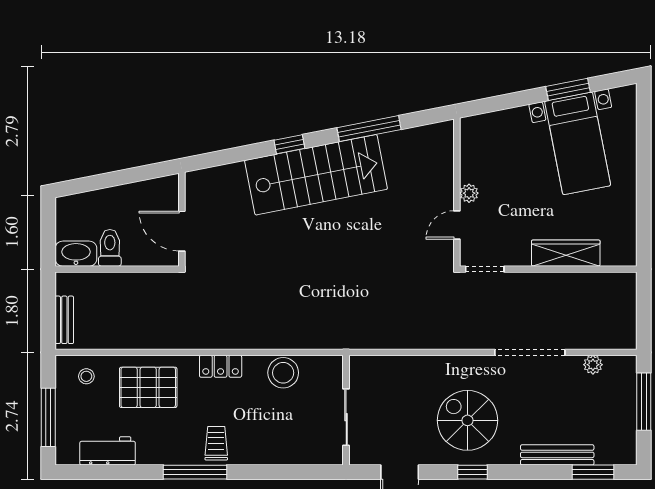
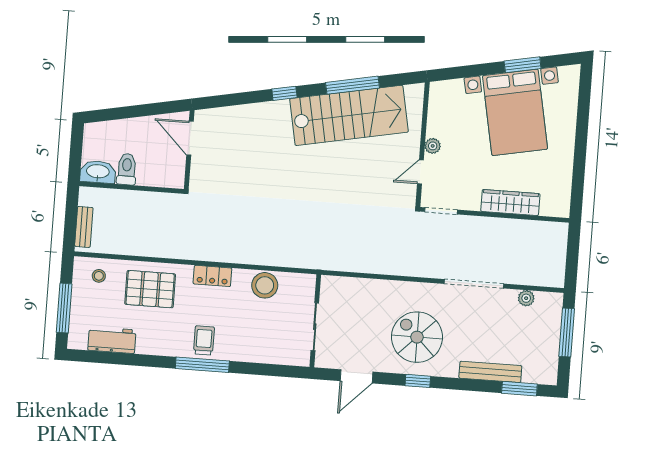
bed with nightstands: (578, 143) -> (515, 112), width x1.36
stairs: (316, 175) -> (349, 115), moved
door: (182, 231) -> (190, 138), moved
window: (195, 472) -> (202, 365), moved

